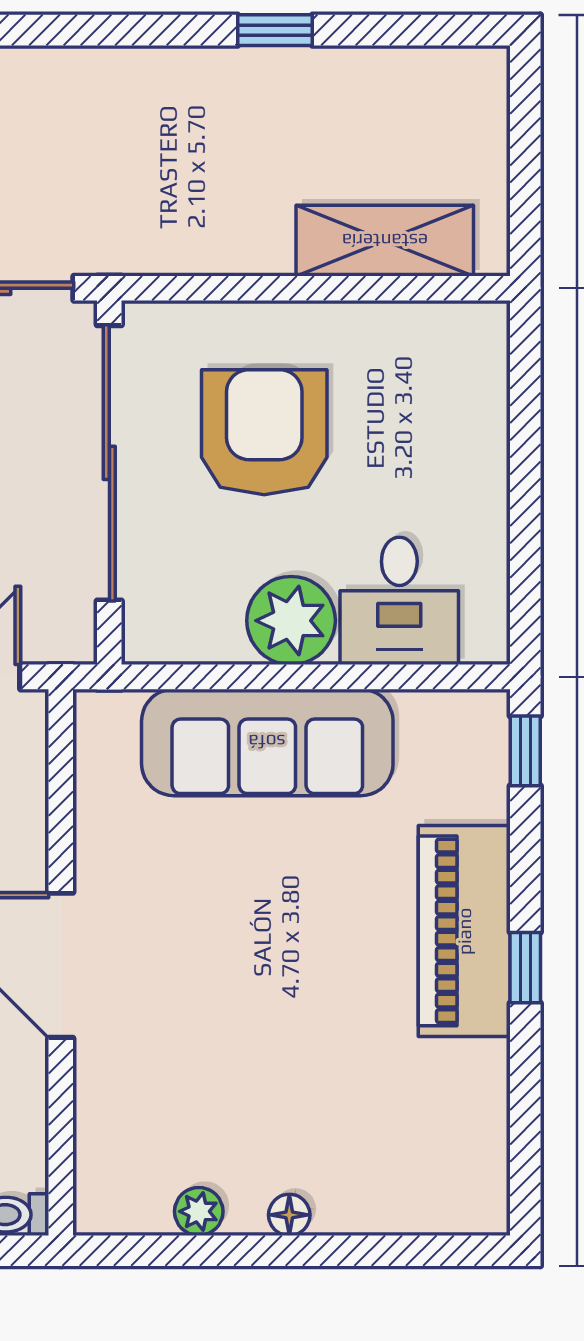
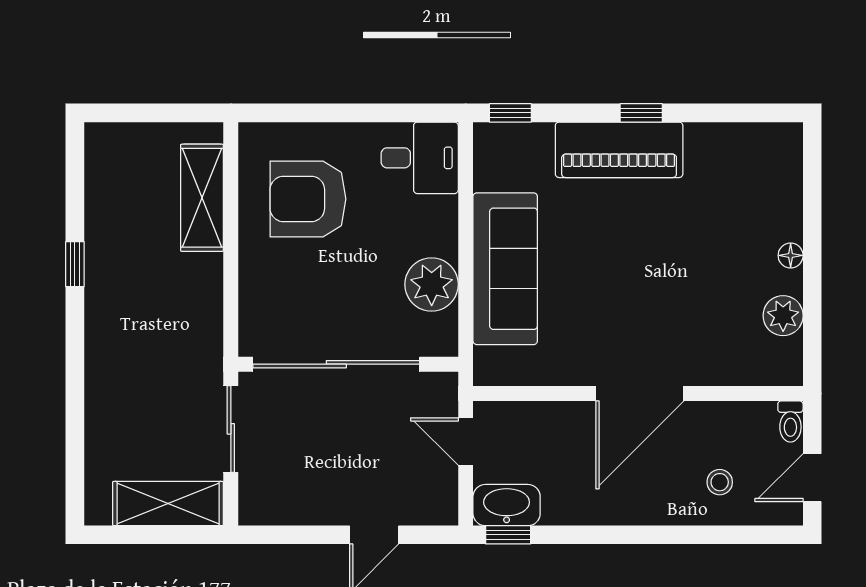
armchair: (264, 432) -> (308, 199), moved
desk: (399, 601) -> (420, 158), moved
plant: (291, 621) -> (432, 284), moved
plant: (199, 1211) -> (783, 316), width x1.38, depth x1.38

